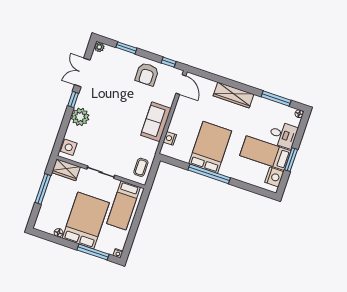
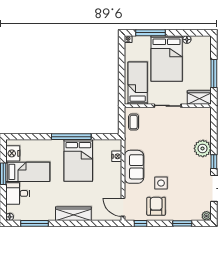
side table: (69, 147) -> (161, 183), moved

